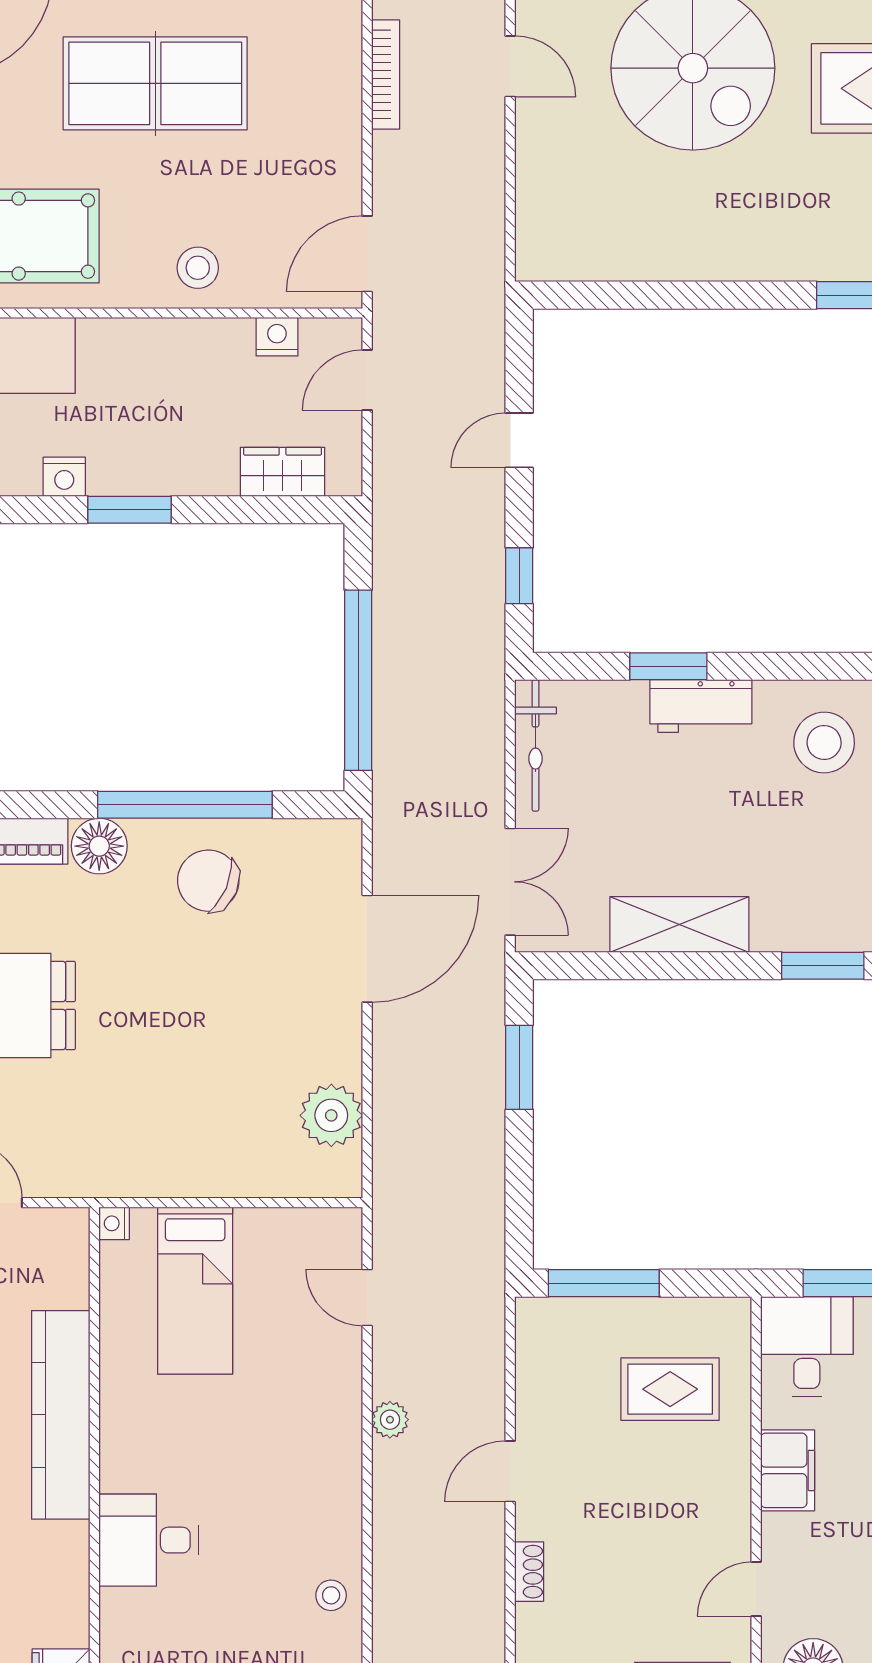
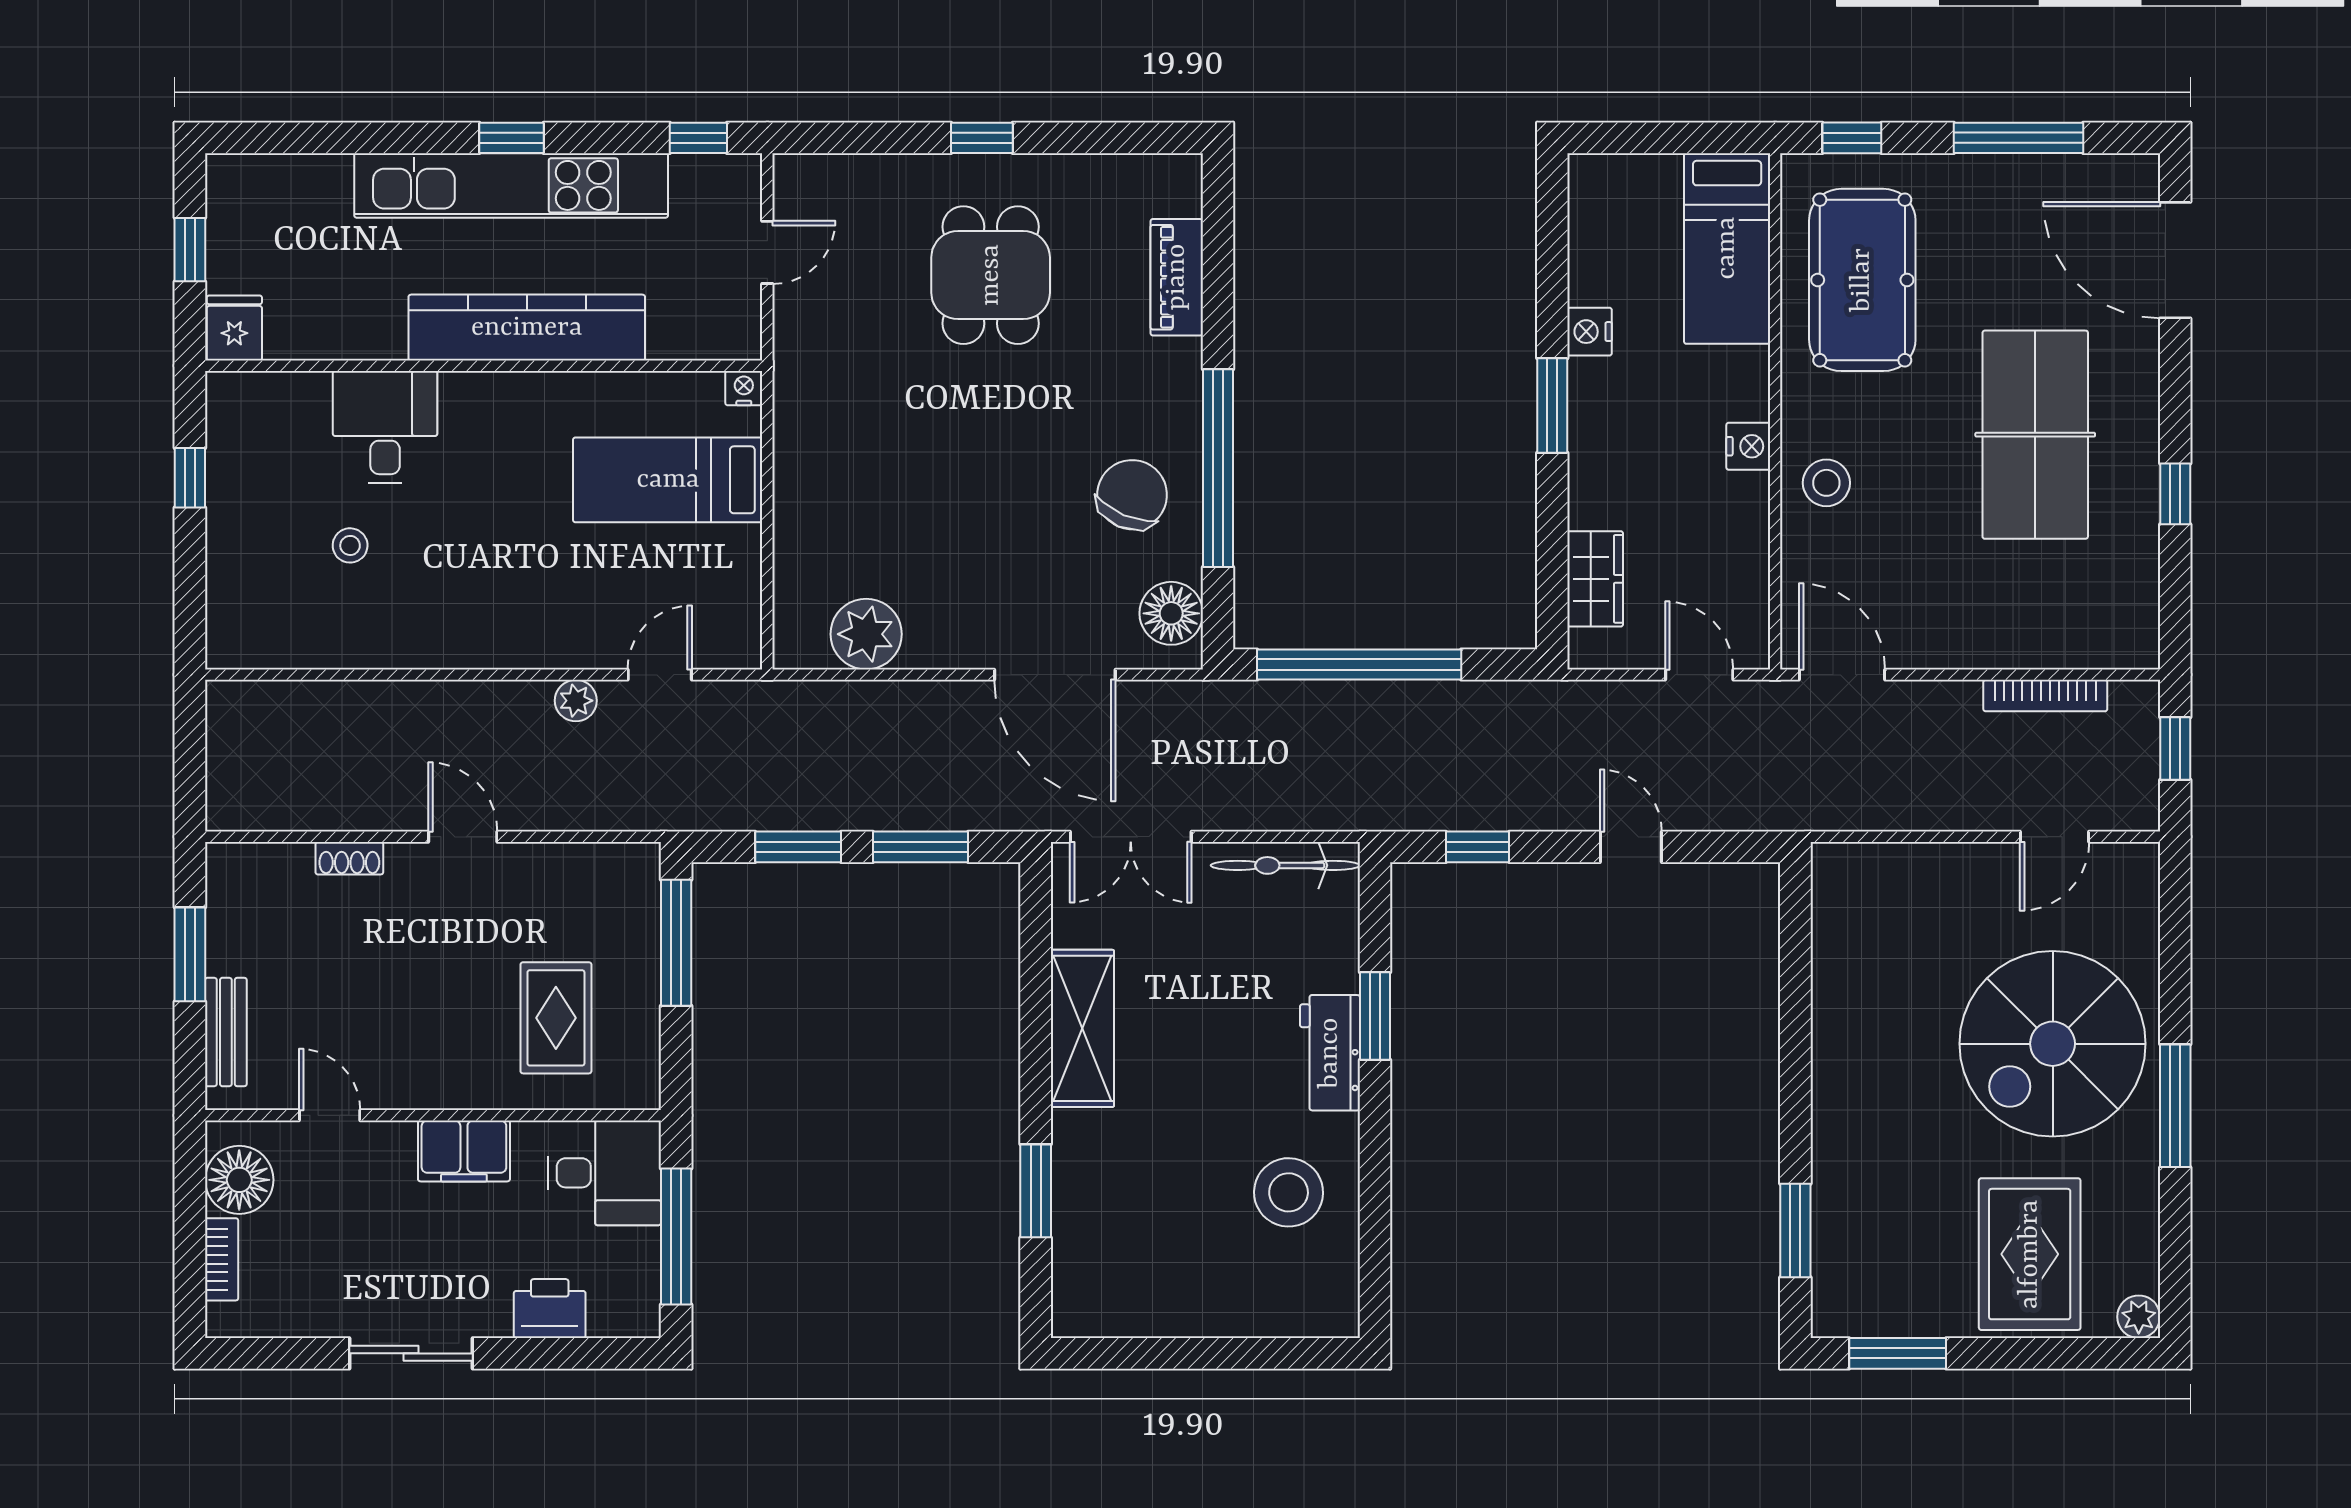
nightstand: (277, 337) -> (1748, 446), moved
floor lamp: (99, 846) -> (1171, 613), moved
window: (519, 1175) -> (798, 847), added
plant: (390, 1420) -> (576, 701), moved
stool: (331, 1595) -> (350, 545), moved

